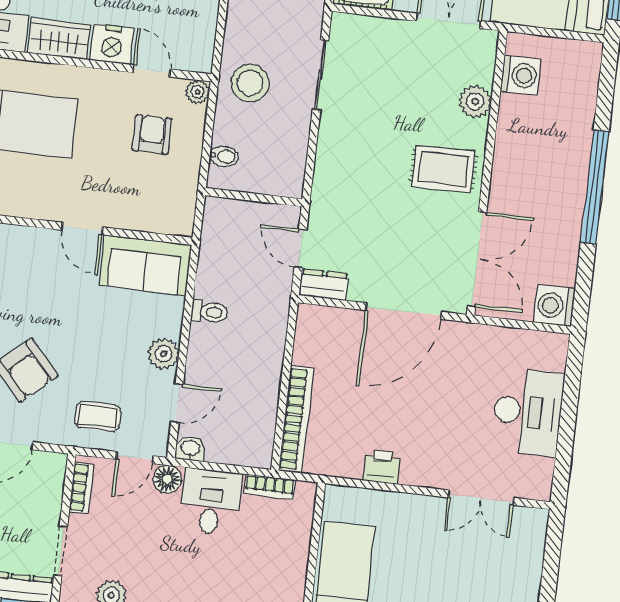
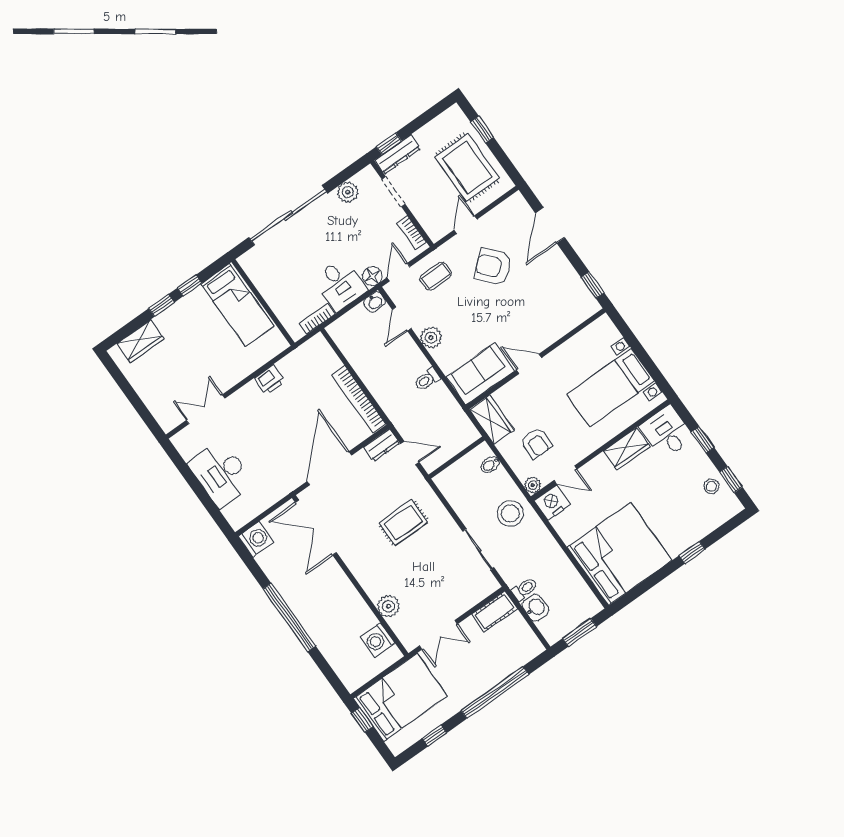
nightstand: (112, 44) -> (552, 502), moved
rug: (443, 169) -> (403, 523), moved
wardrobe: (178, 204) -> (492, 420), added
bookcase: (296, 419) -> (359, 399), moved

